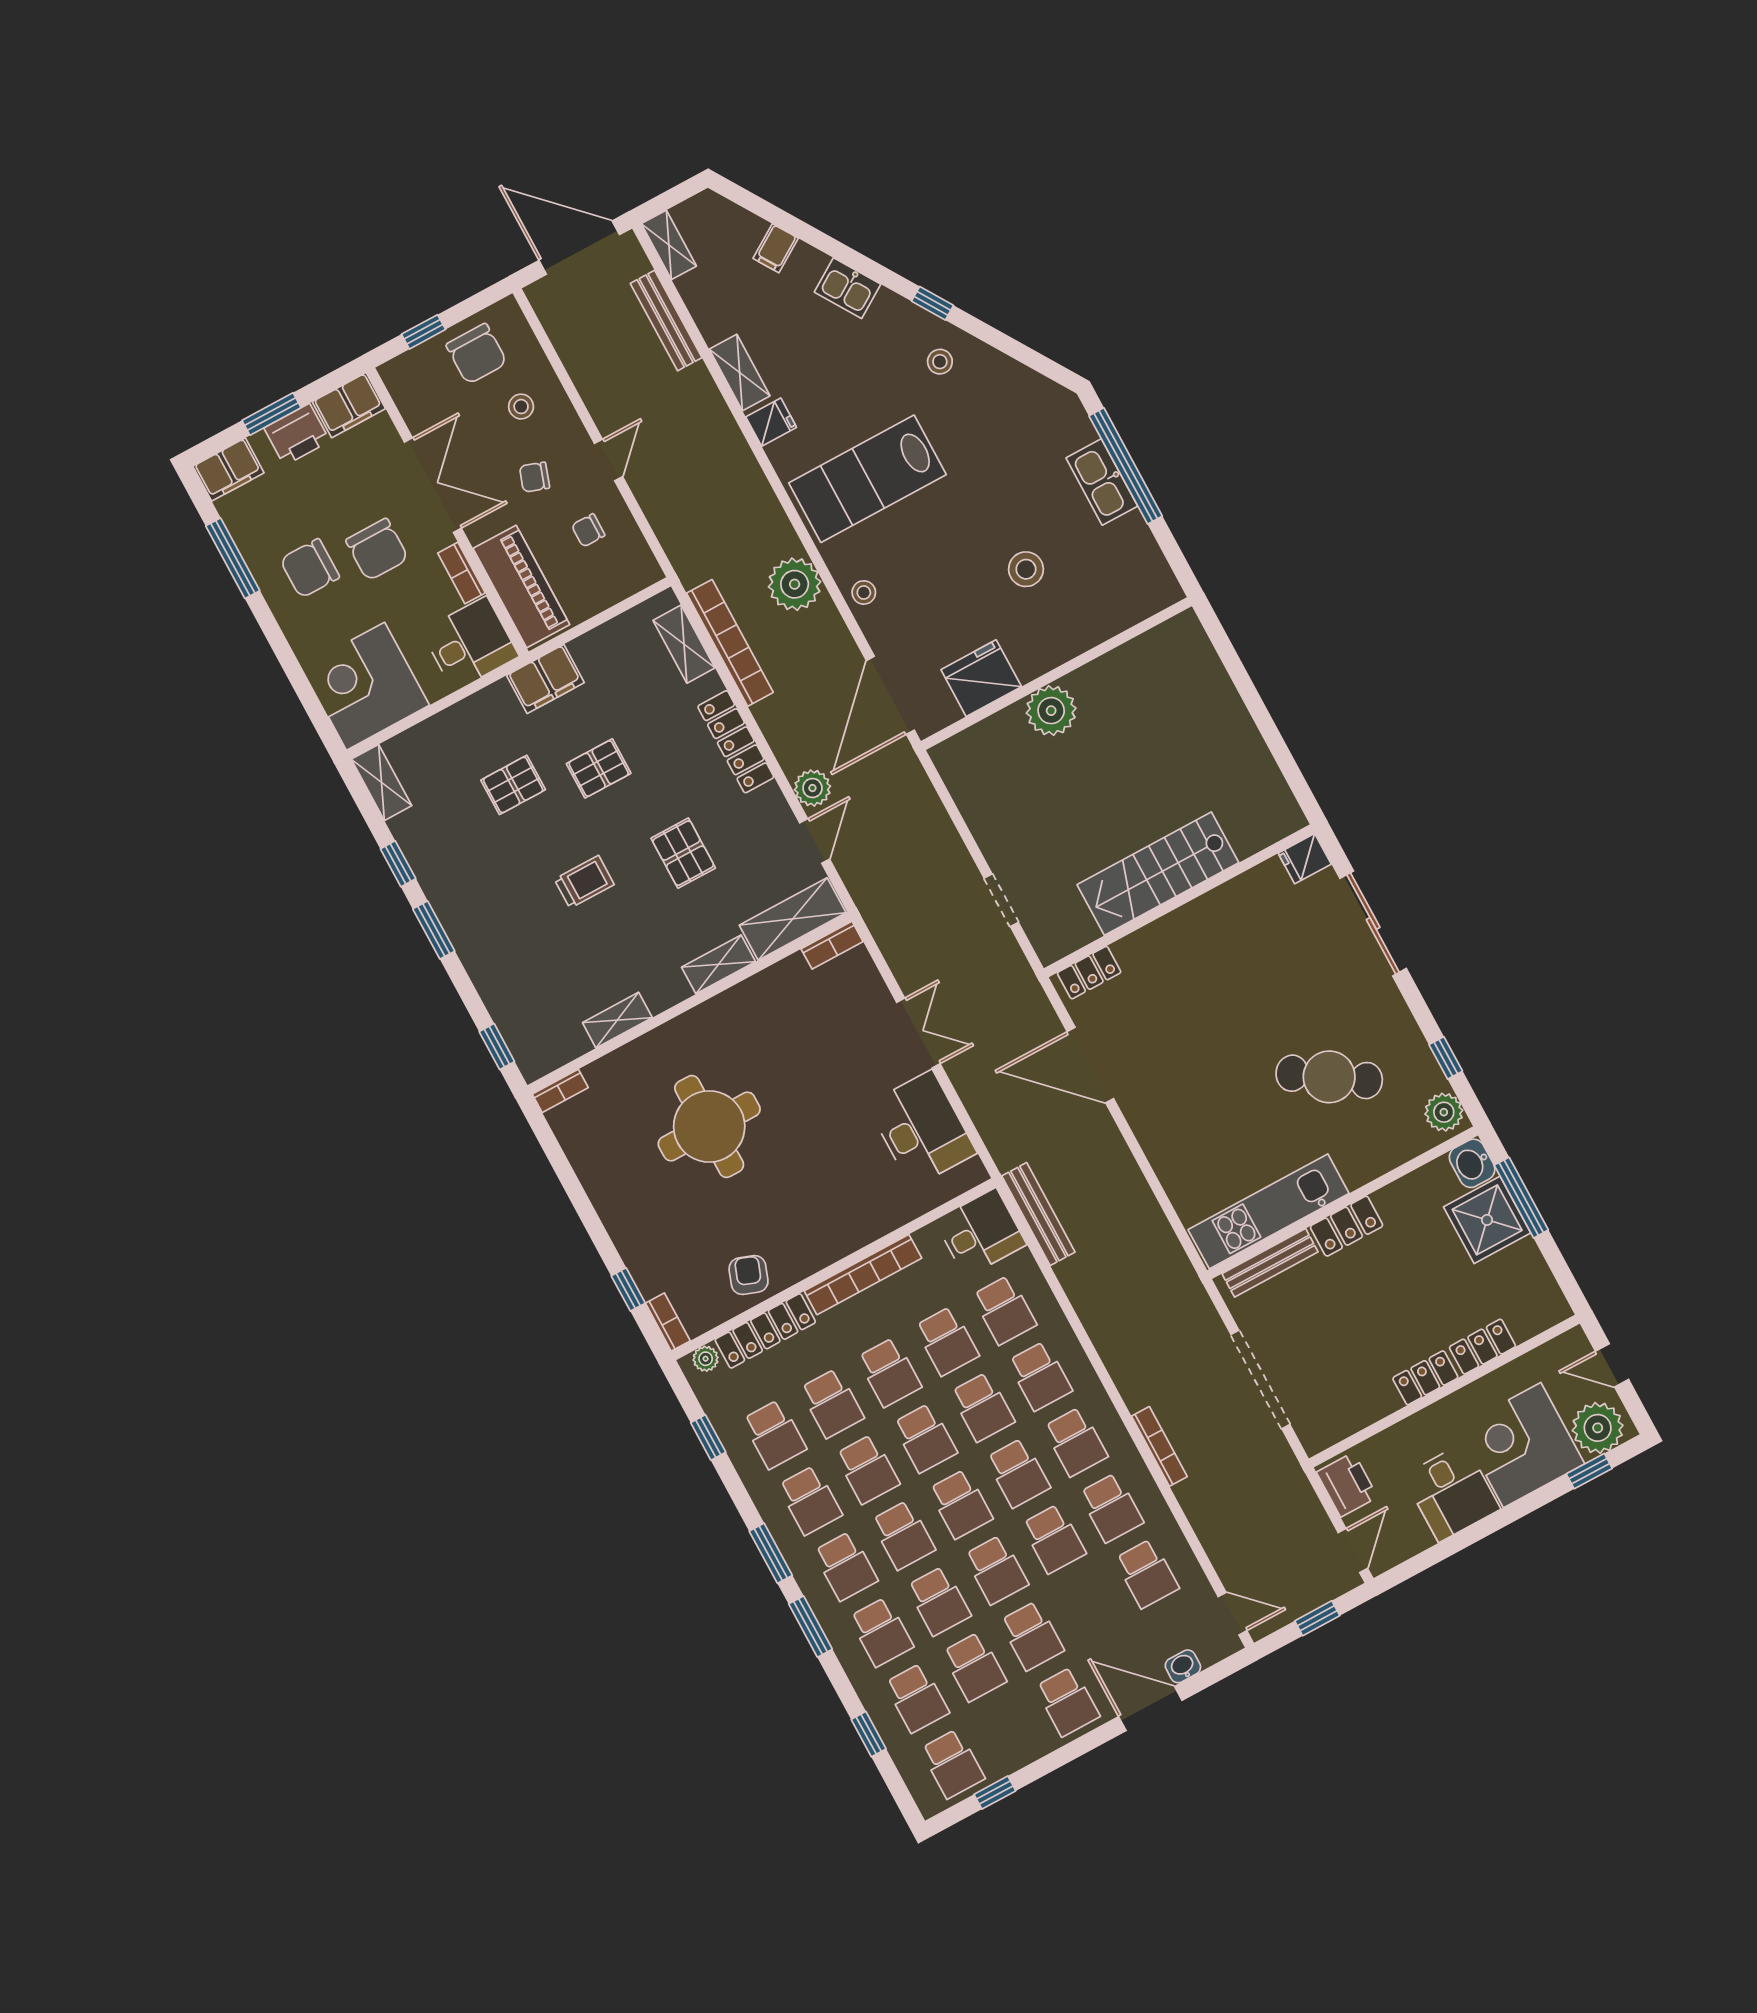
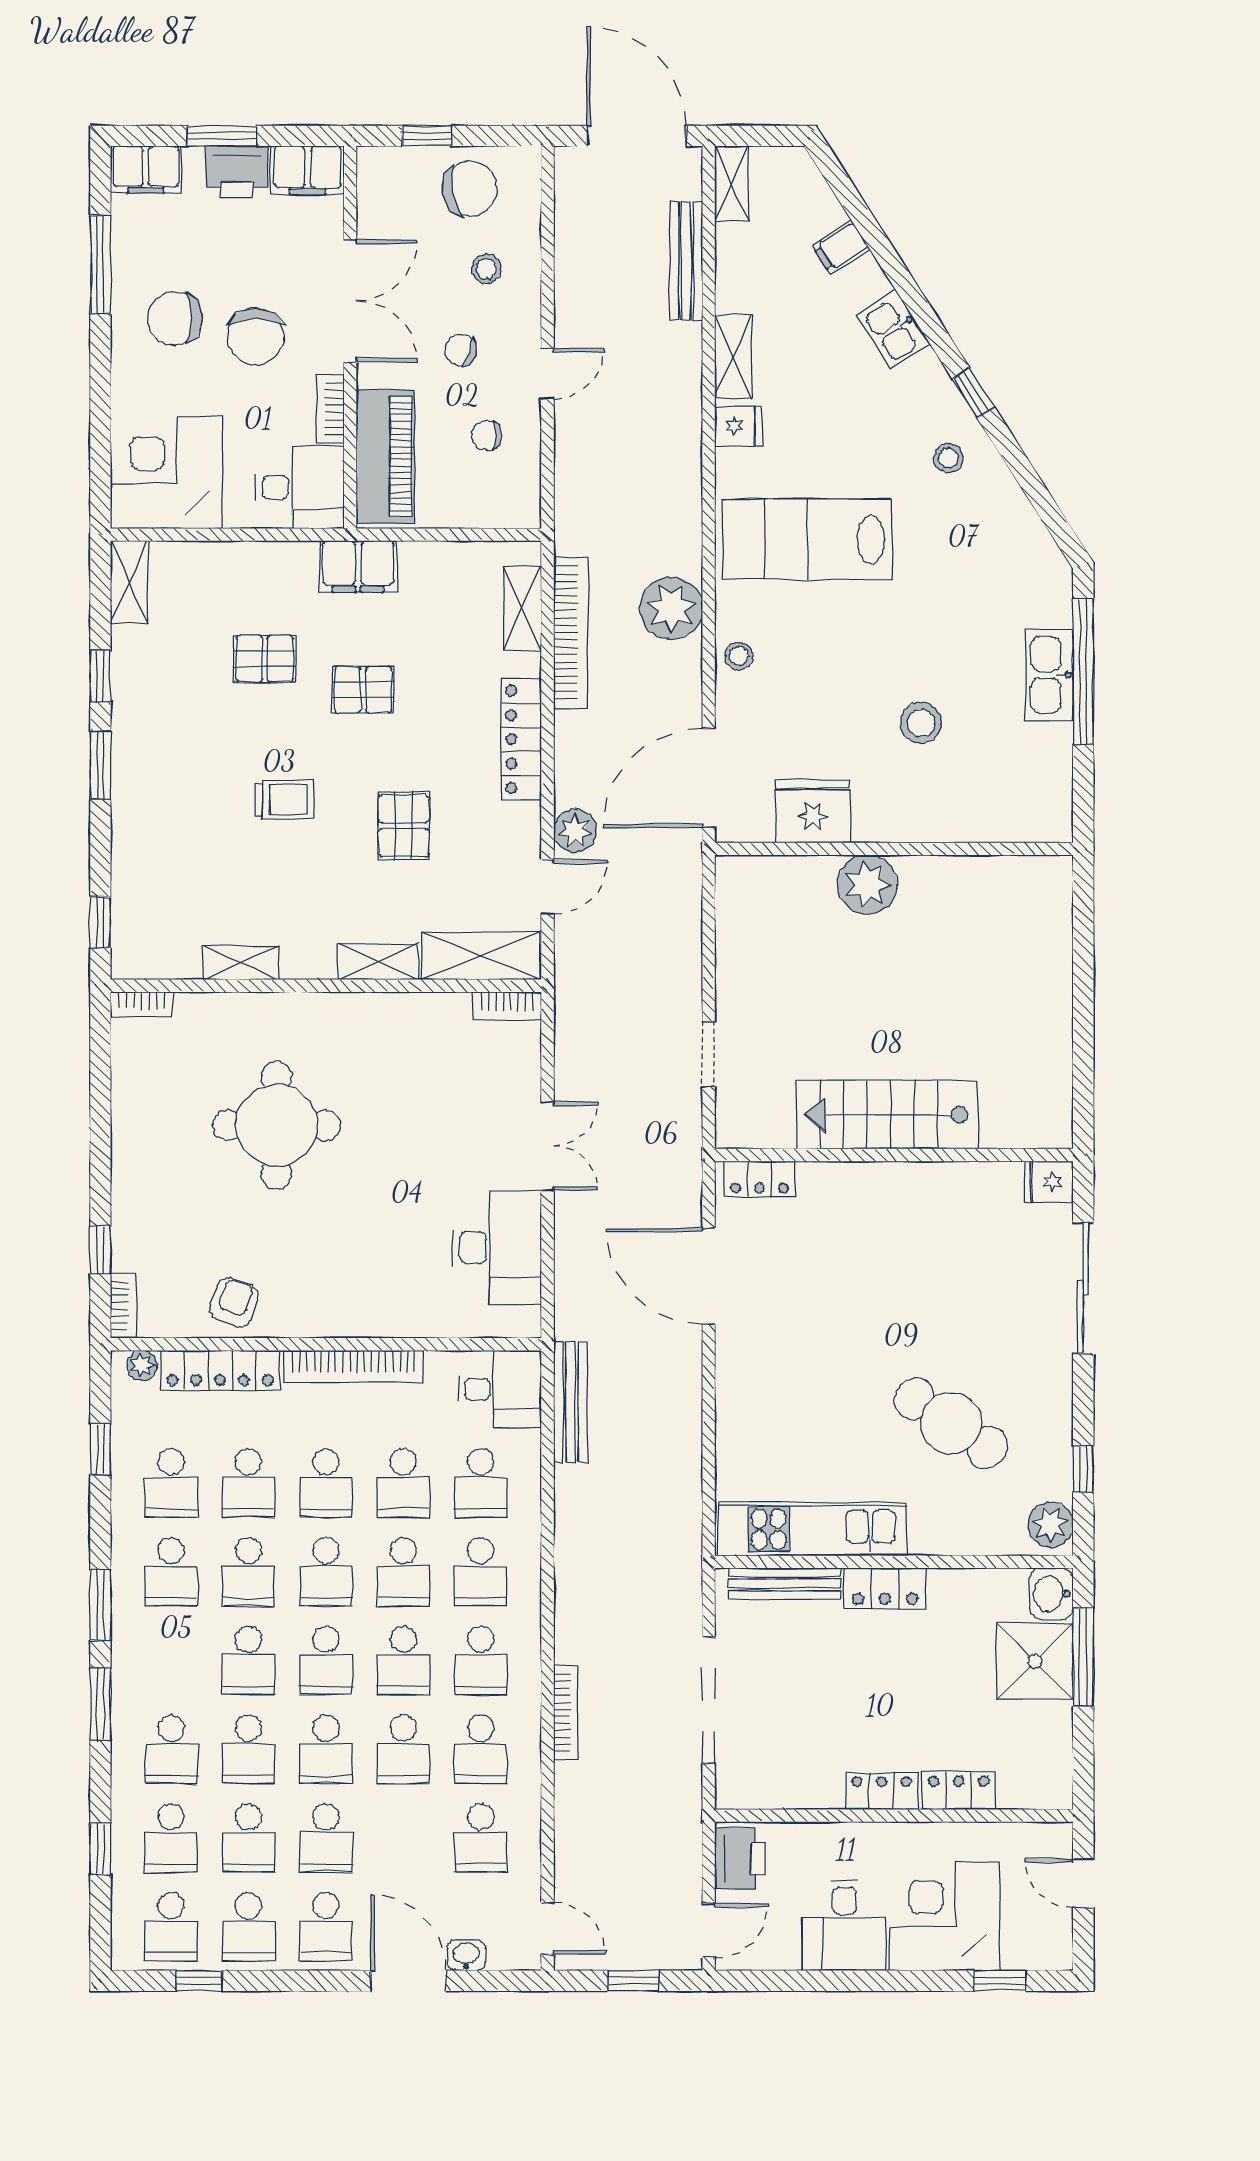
chair: (477, 354) -> (470, 189), turned -100
plant: (1598, 1428) -> (1033, 1940), removed
school desk: (846, 1566) -> (248, 1927), moved

